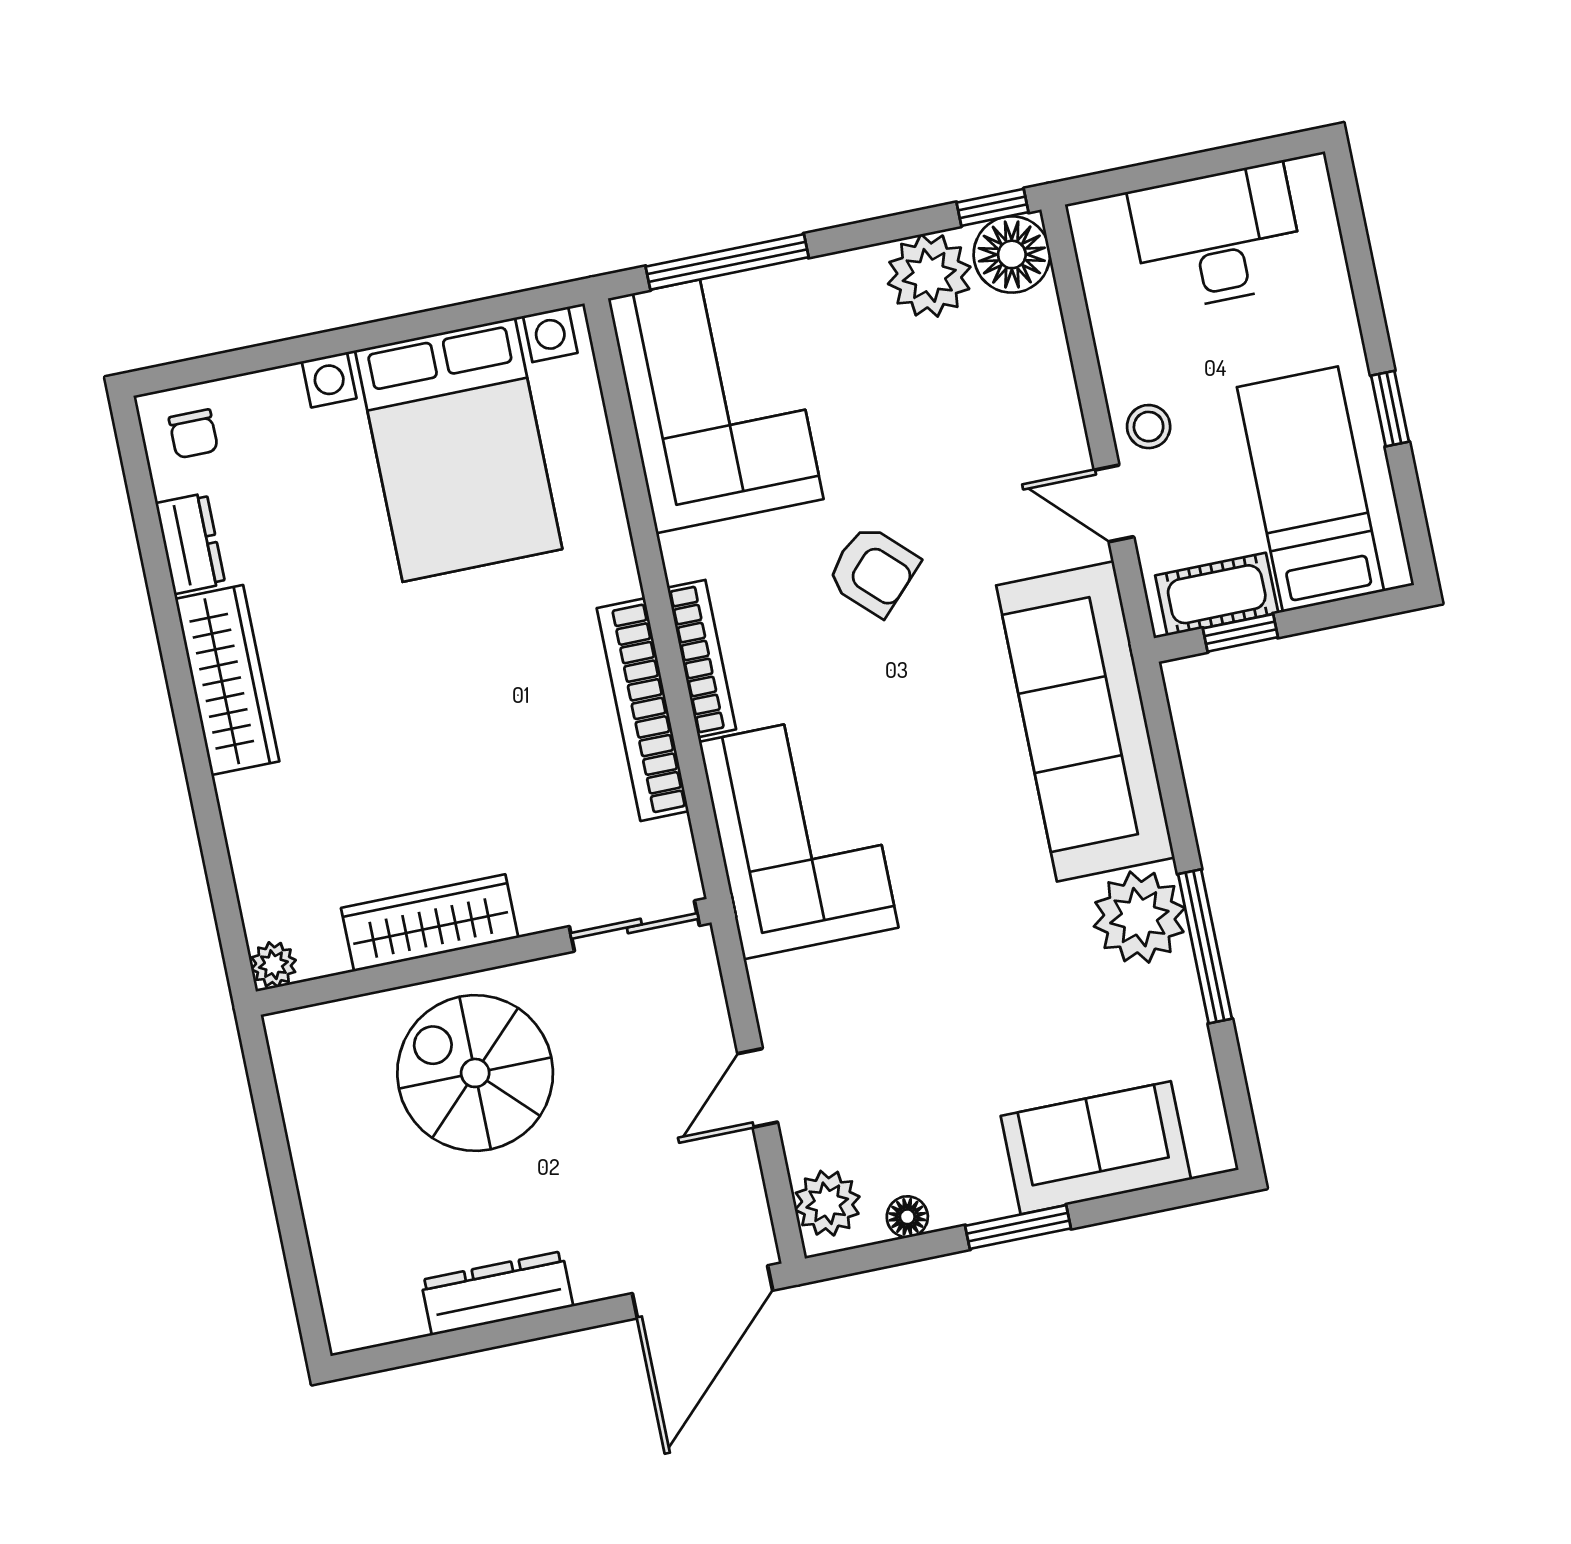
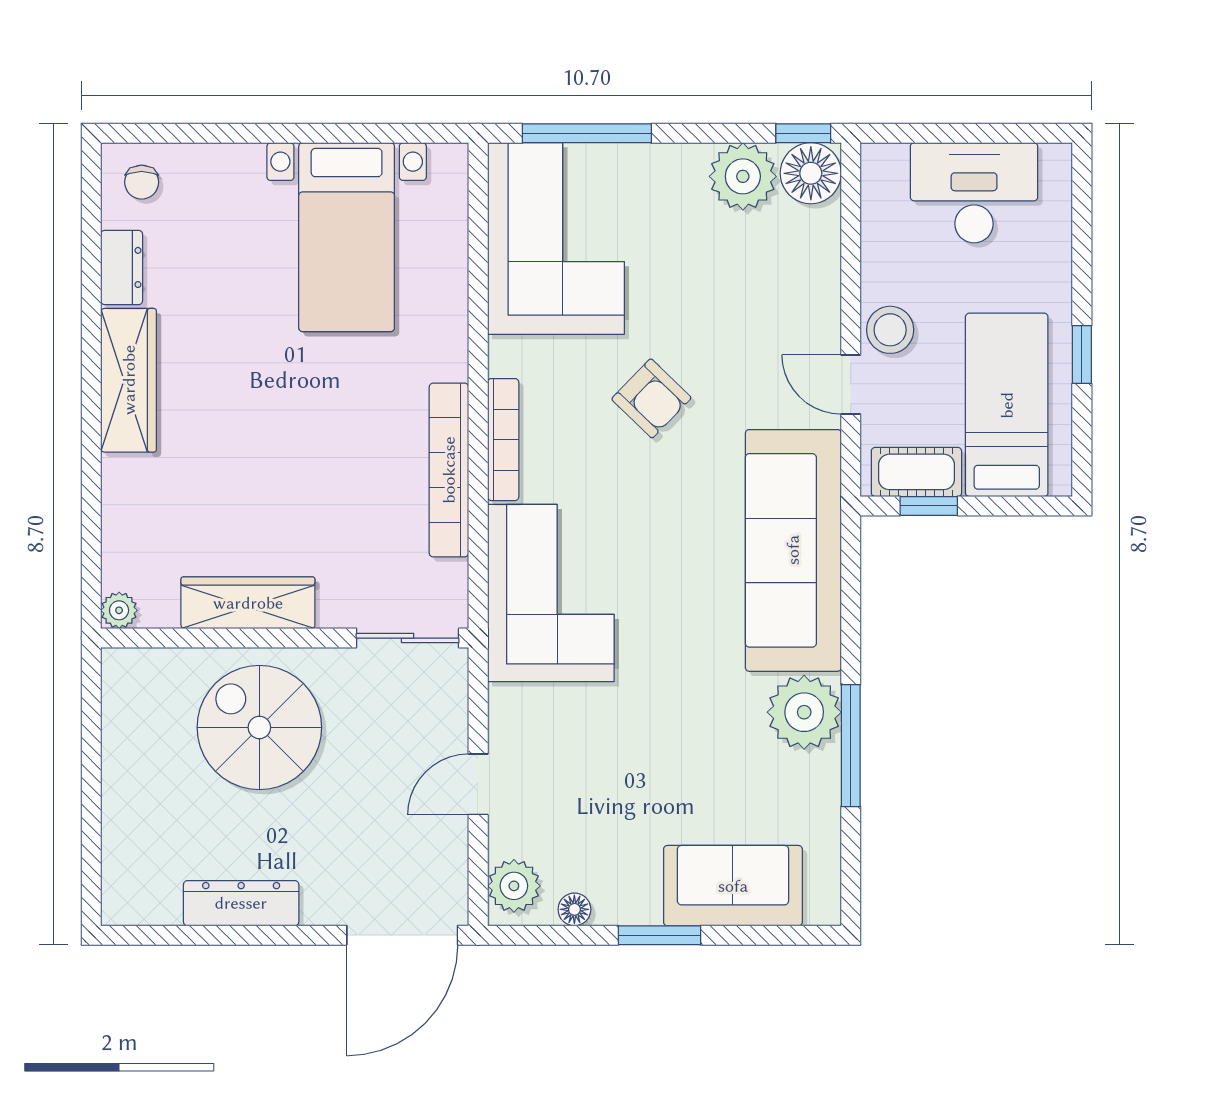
stool: (1149, 427) -> (890, 330), width x1.37, depth x1.37
bed with nightstands: (459, 450) -> (347, 237), width x0.73

